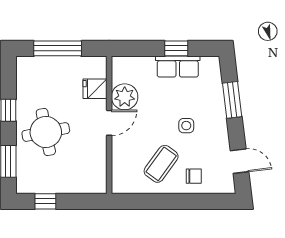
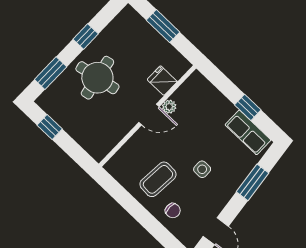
window: (58, 48) -> (163, 26), width x0.69
row of seats: (178, 67) -> (248, 132), moved
plant: (125, 97) -> (169, 107), width x0.53, depth x0.53
coffee table: (161, 164) -> (158, 179), turned -32

